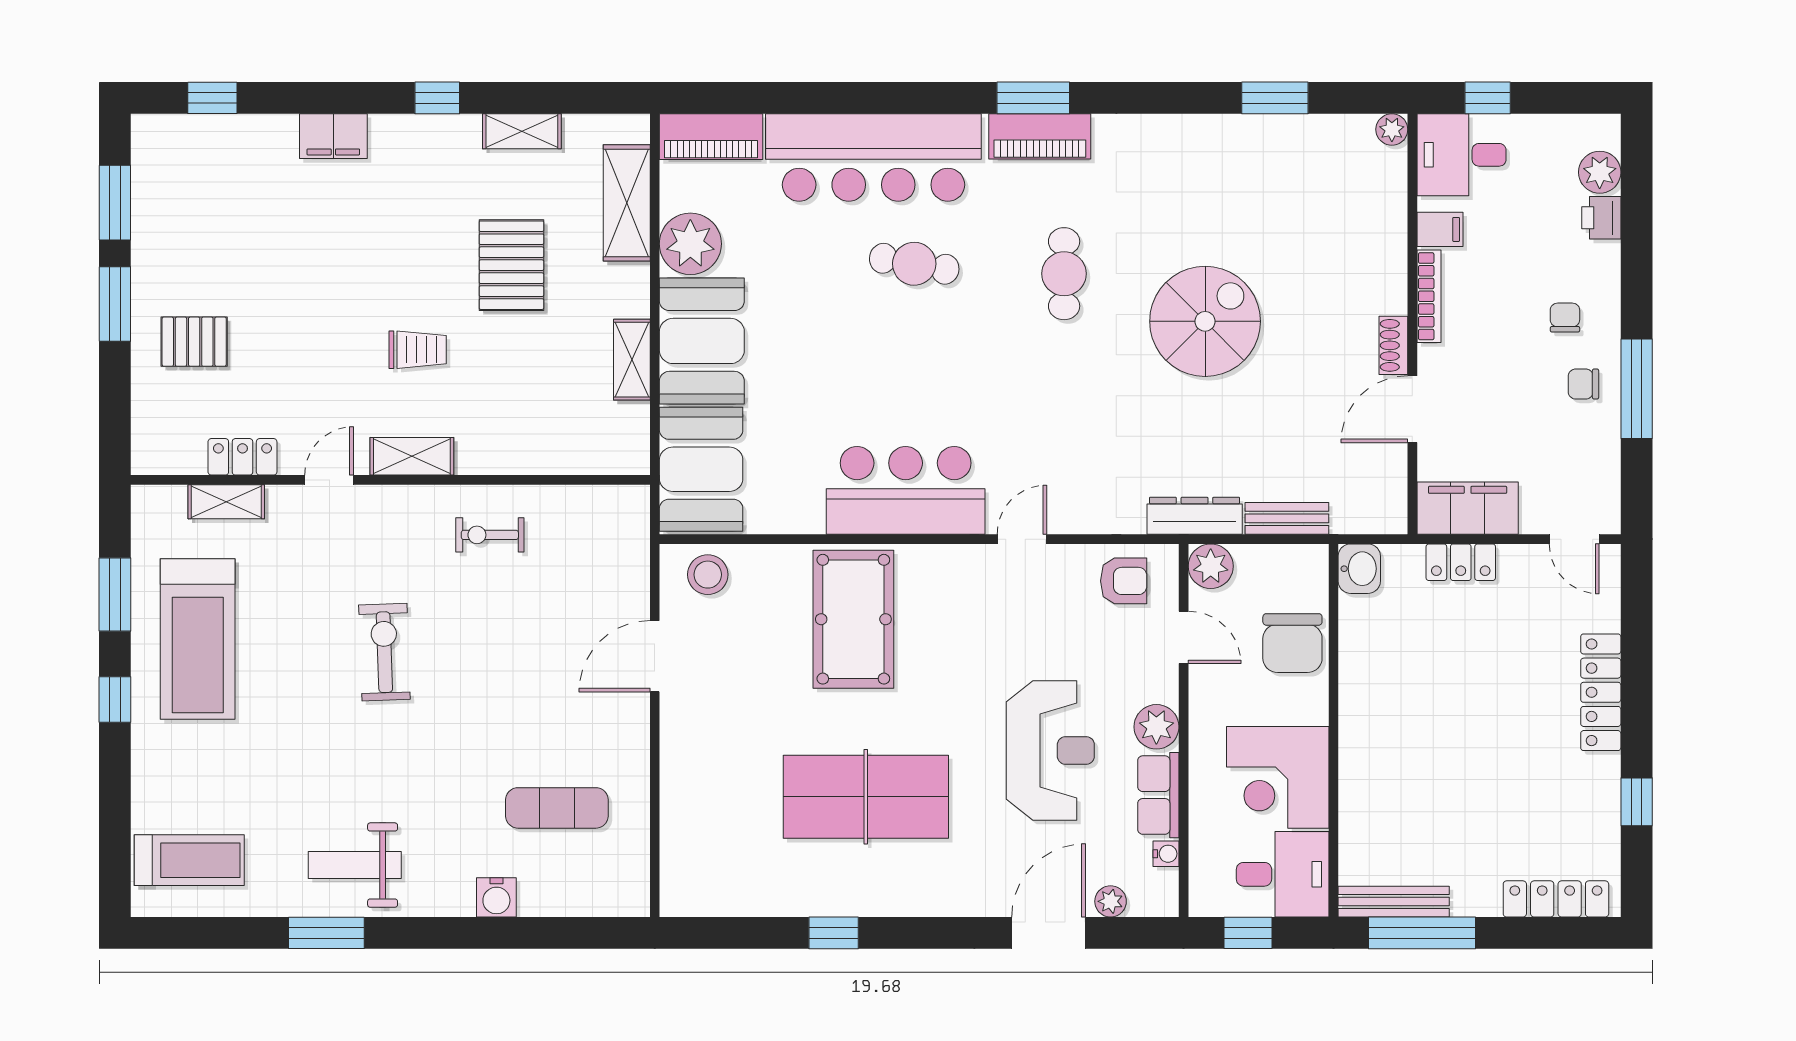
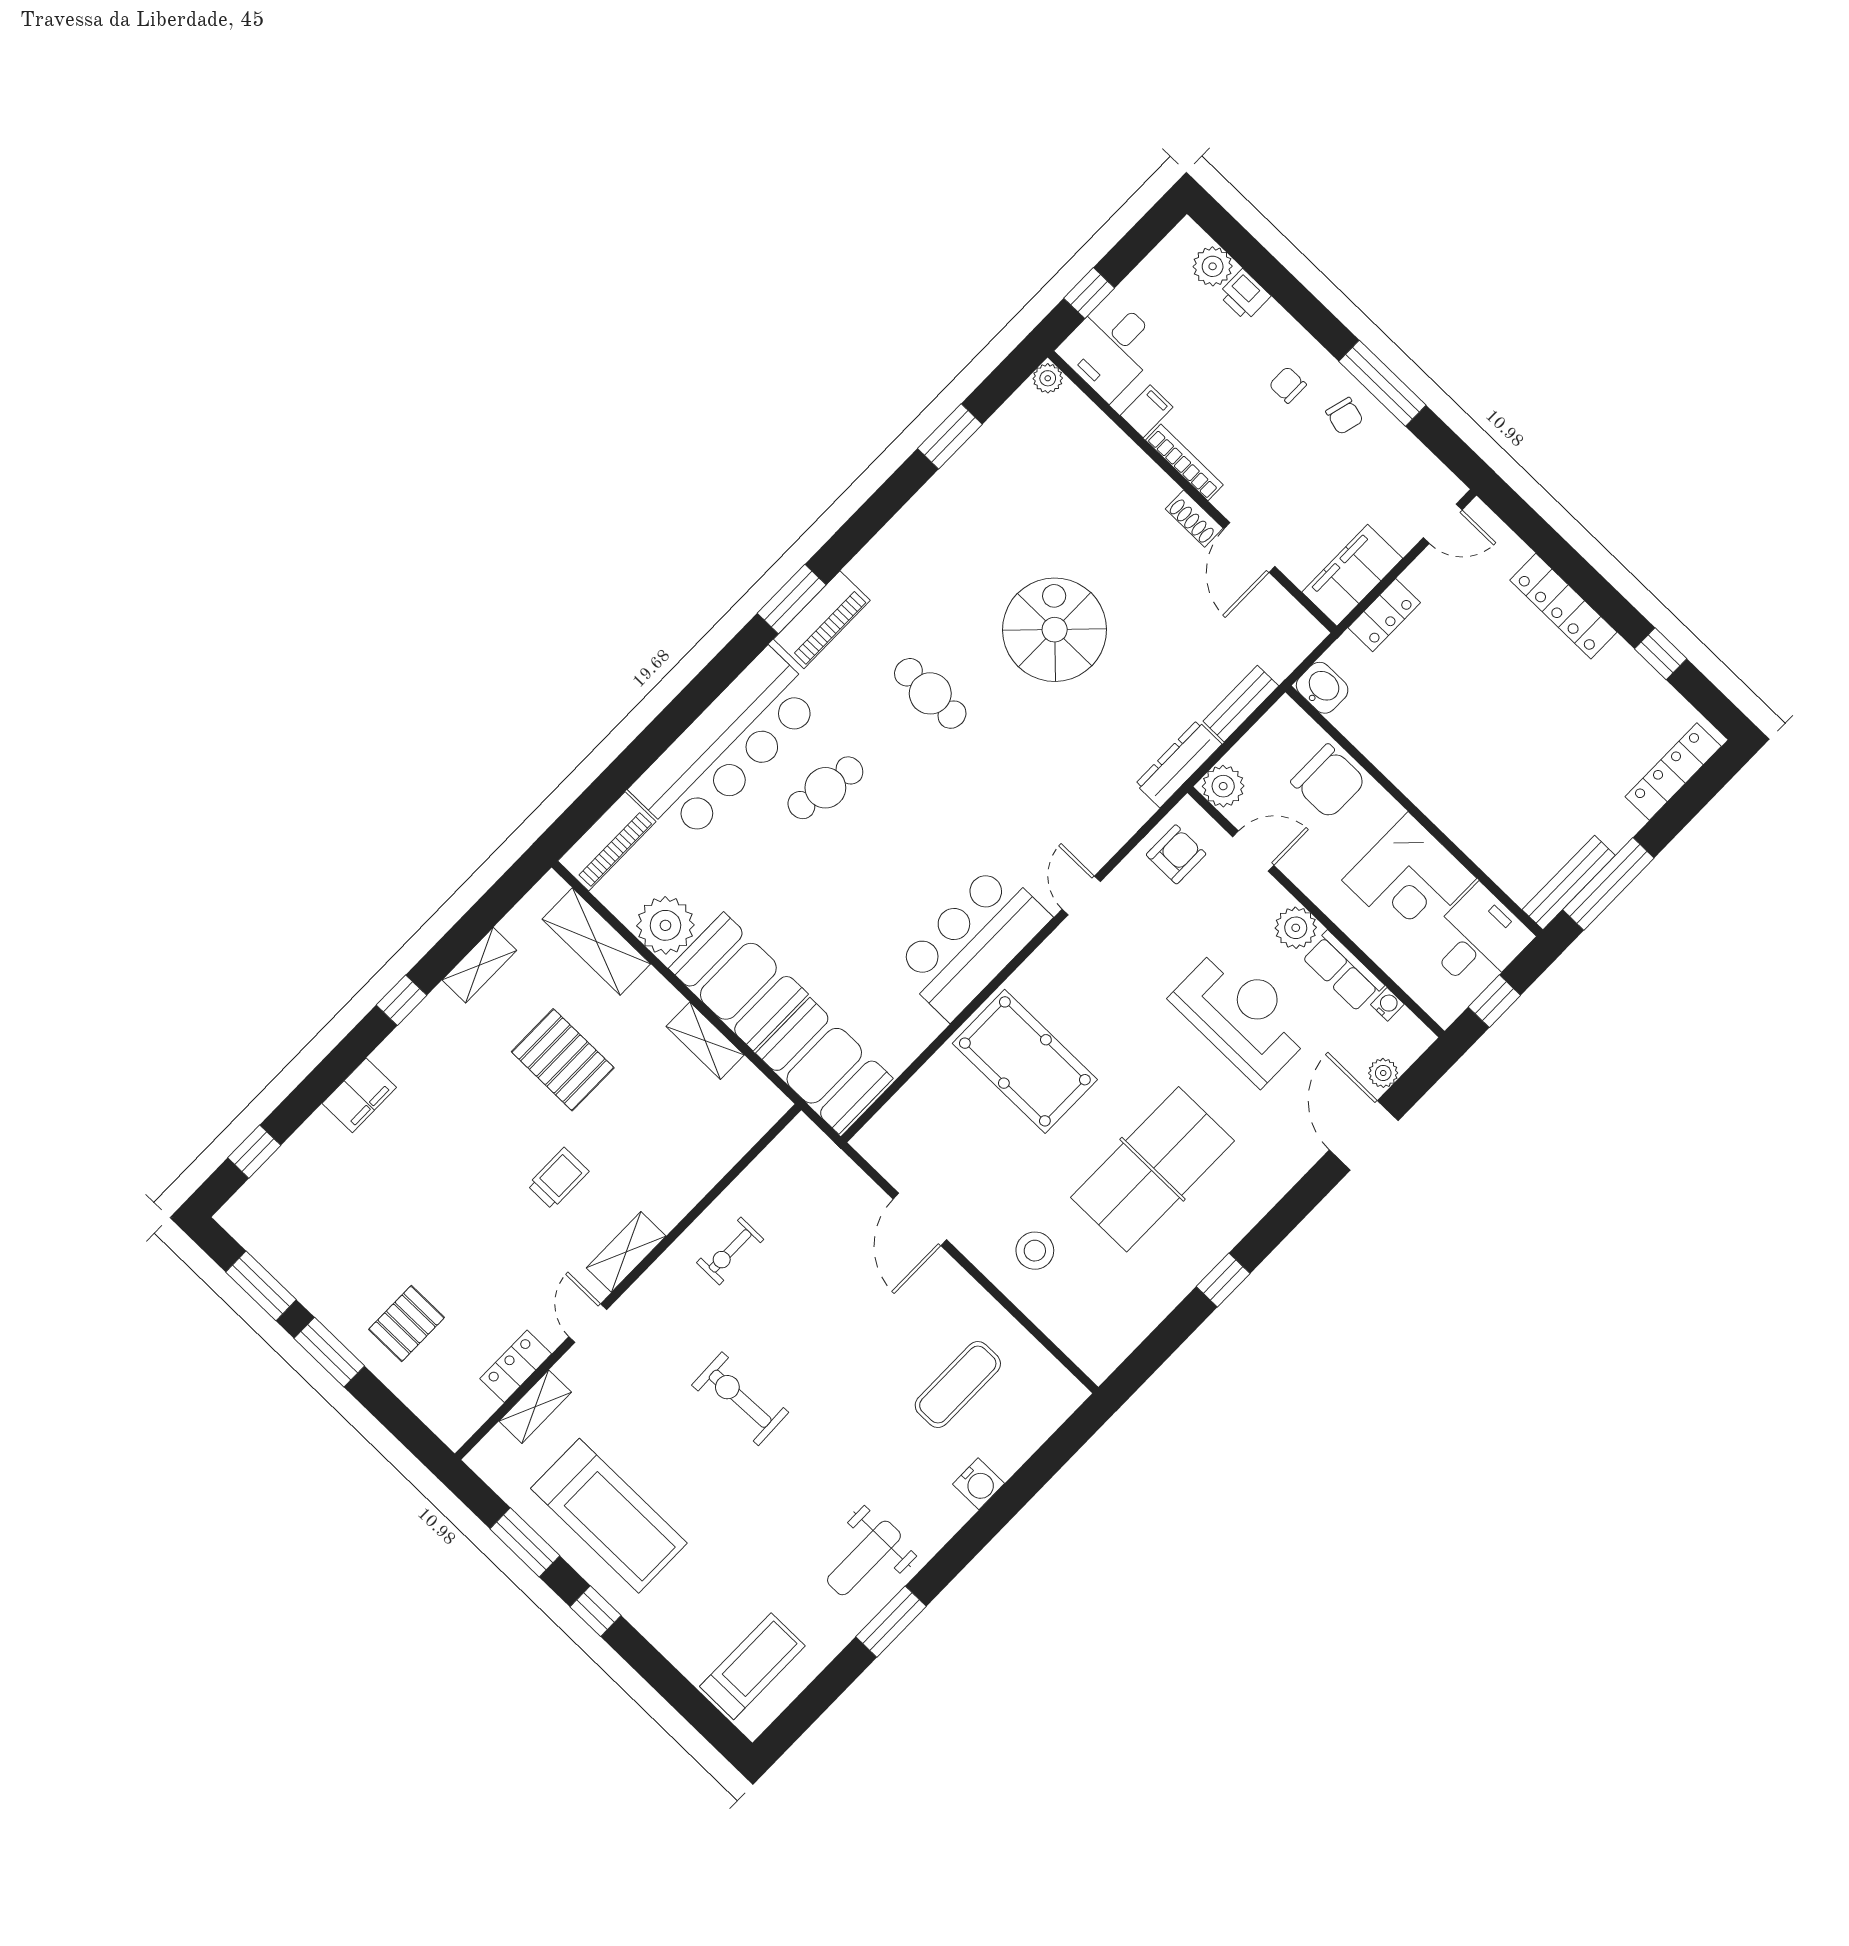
chair: (1583, 384) -> (1345, 416), turned -75
stool: (708, 575) -> (1035, 1251), moved

